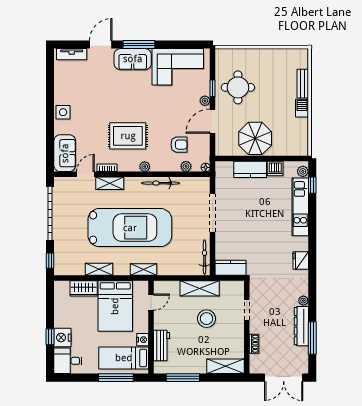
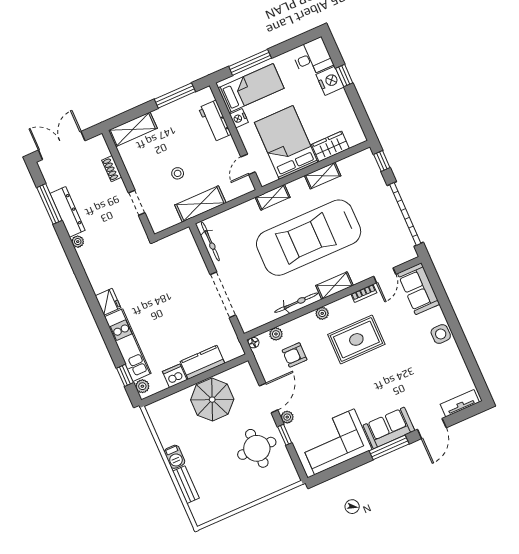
shelving: (110, 183) -> (335, 286), moved
fridge: (301, 261) -> (108, 302), moved
kitchen counter: (231, 268) -> (176, 242), removed
stool: (206, 319) -> (178, 173), width x0.53, depth x0.53

